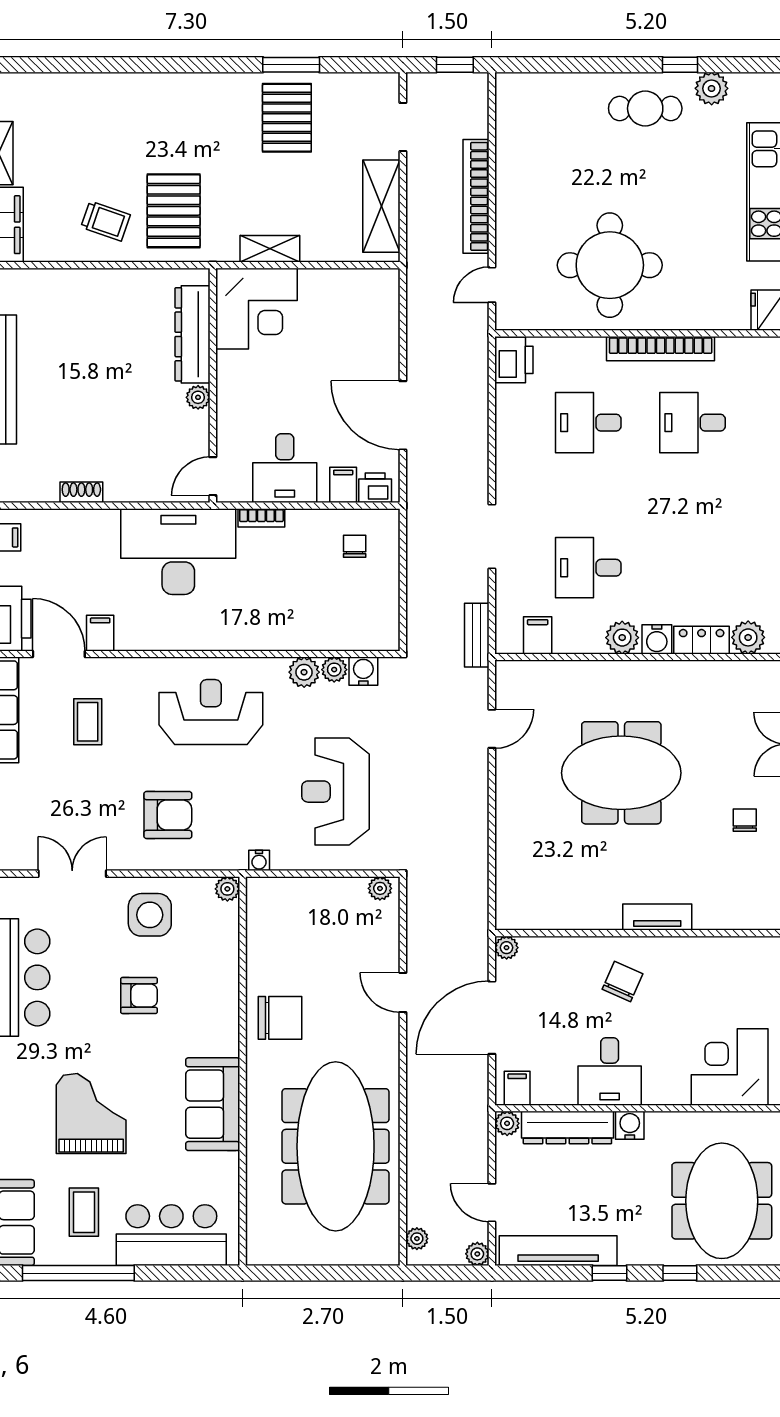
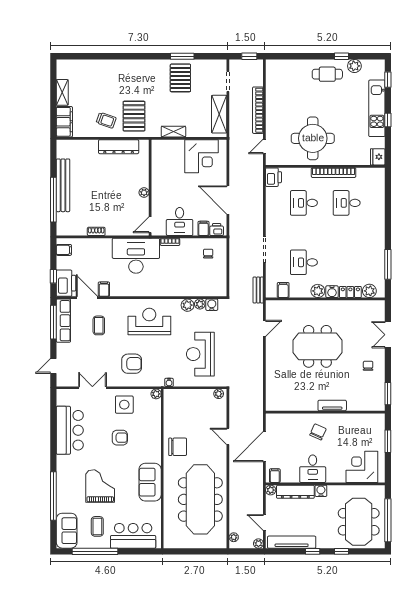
corner desk: (256, 309) -> (202, 156), moved
dresser: (193, 334) -> (119, 147), moved, turned -90
plant: (507, 948) -> (270, 418), removed

